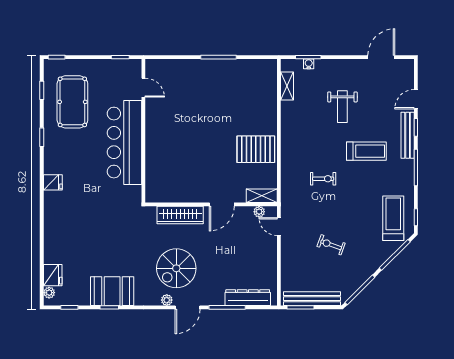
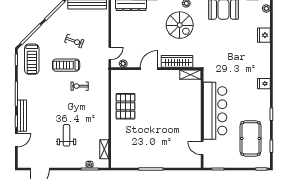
pallet: (256, 149) -> (125, 106), turned 90
treadmill: (366, 151) -> (66, 65), moved
shelving: (262, 196) -> (190, 75), moved
door: (279, 227) -> (110, 53), hinge flipped
spiral stairs: (176, 268) -> (180, 25), turned 90
fridge: (53, 275) -> (264, 35), moved

